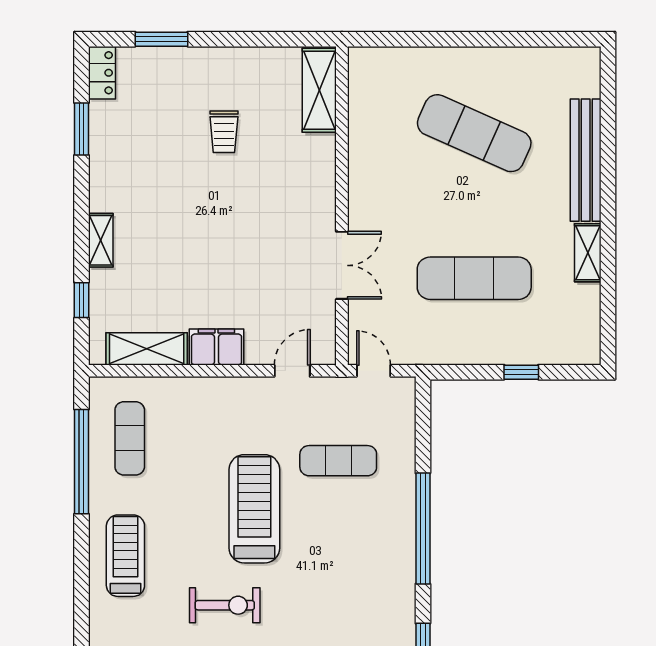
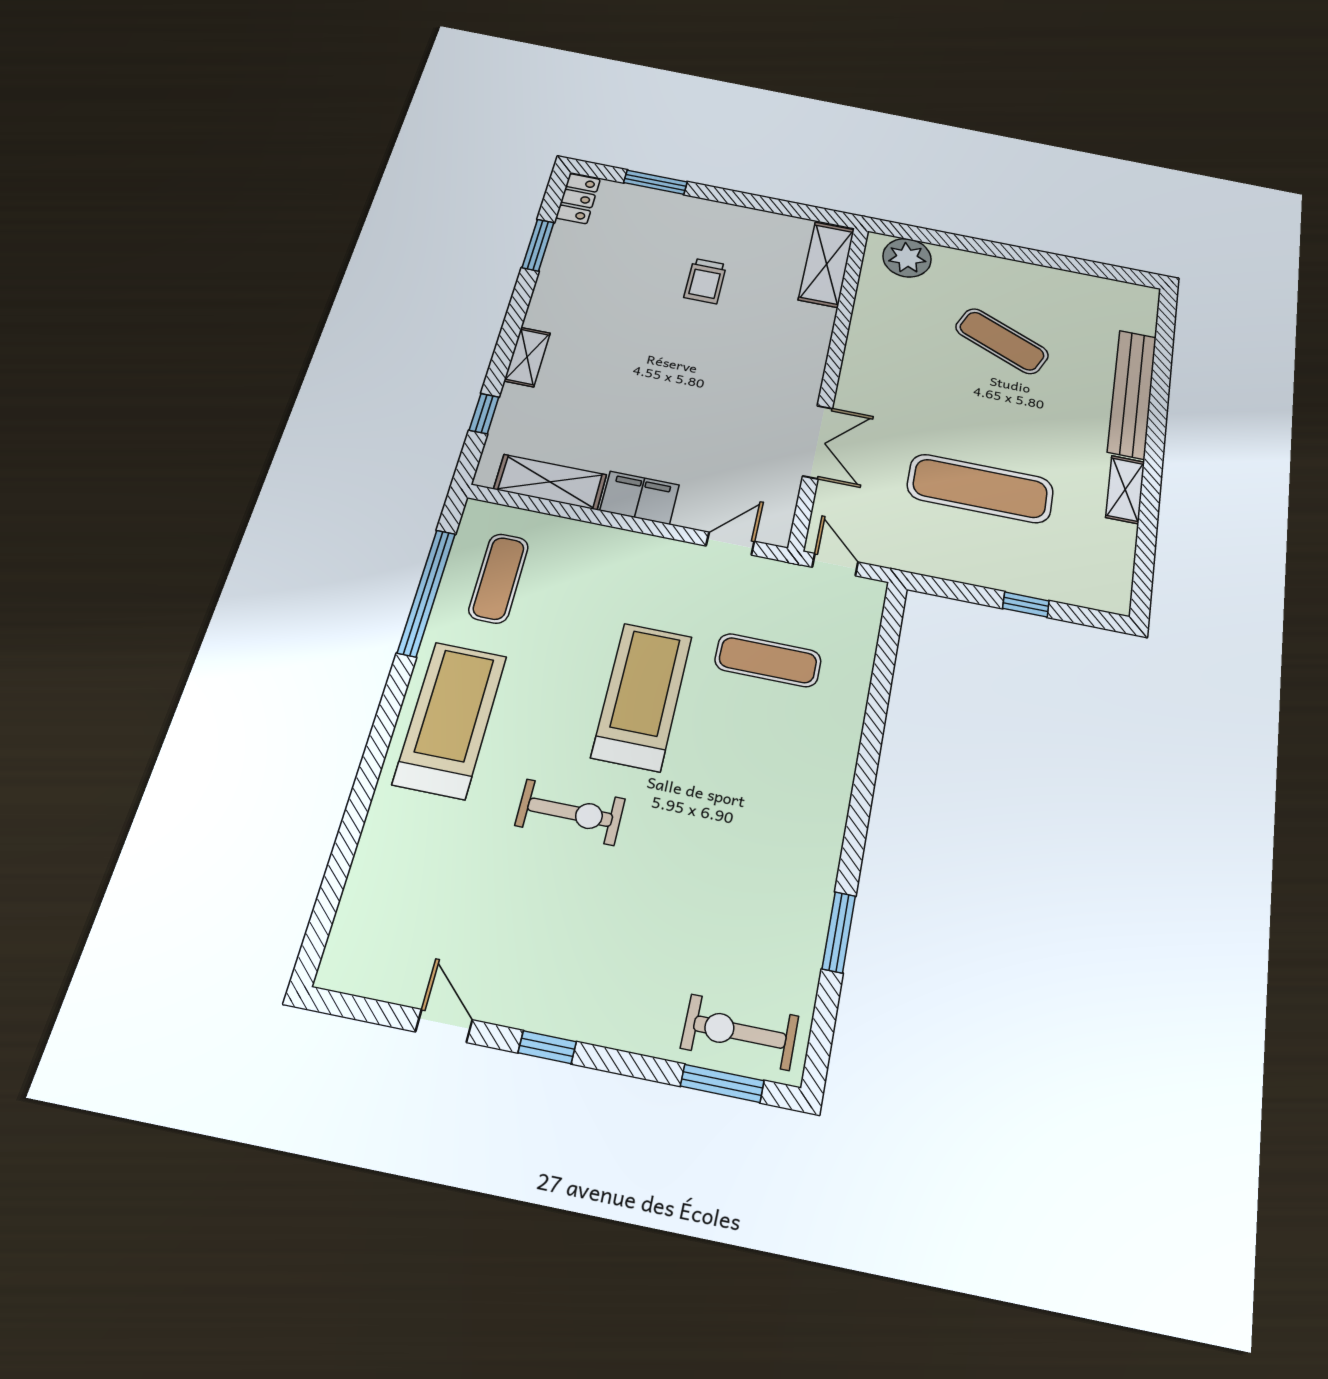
plant: (385, 67) -> (907, 258), added
exercise mat: (474, 133) -> (1002, 341), width x0.73, depth x0.69
window: (423, 528) -> (867, 768), removed
treadmill: (125, 556) -> (450, 720), width x1.37, depth x1.38

